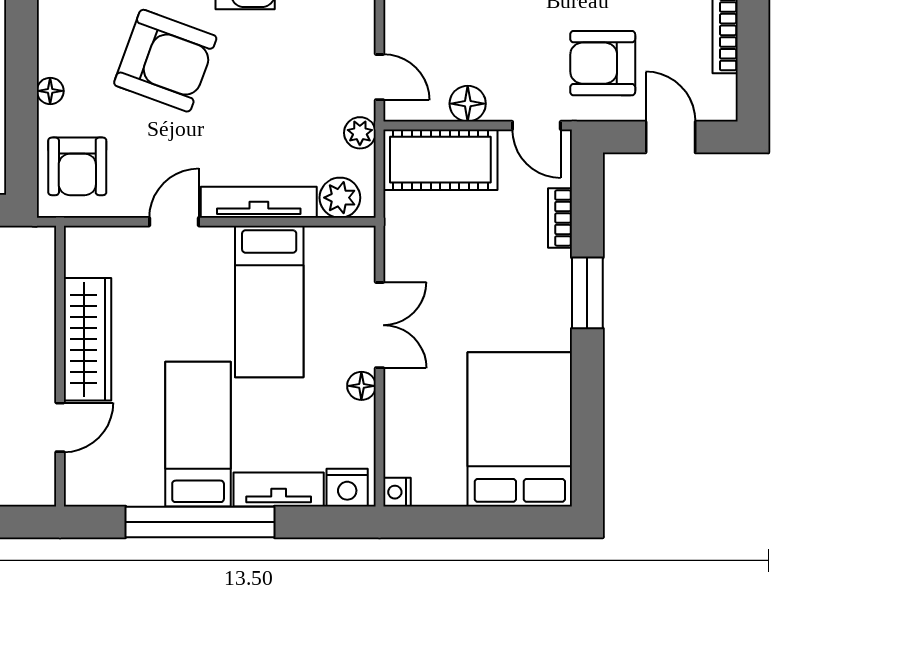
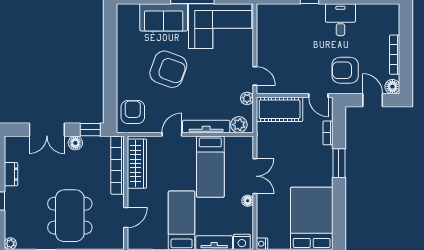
floor lamp: (50, 91) -> (122, 81), removed
floor lamp: (468, 104) -> (392, 87), moved
armchair: (77, 166) -> (133, 112), turned 180
bookcase: (40, 298) -> (118, 165), added
wardrobe: (88, 339) -> (137, 164), moved

